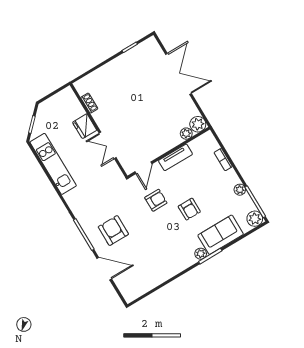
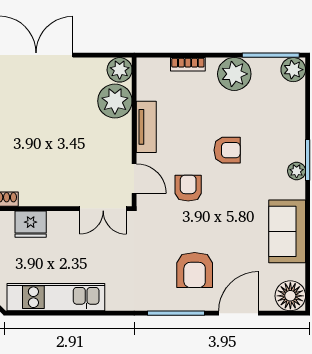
plant: (186, 134) -> (115, 101), width x1.88, depth x1.88
double door: (108, 145) -> (103, 209), moved
plant: (240, 190) -> (234, 74), width x1.88, depth x1.88
armchair: (113, 231) -> (195, 270), turned -90
sofa: (221, 235) -> (287, 231), moved
floor lamp: (131, 291) -> (290, 296), added

